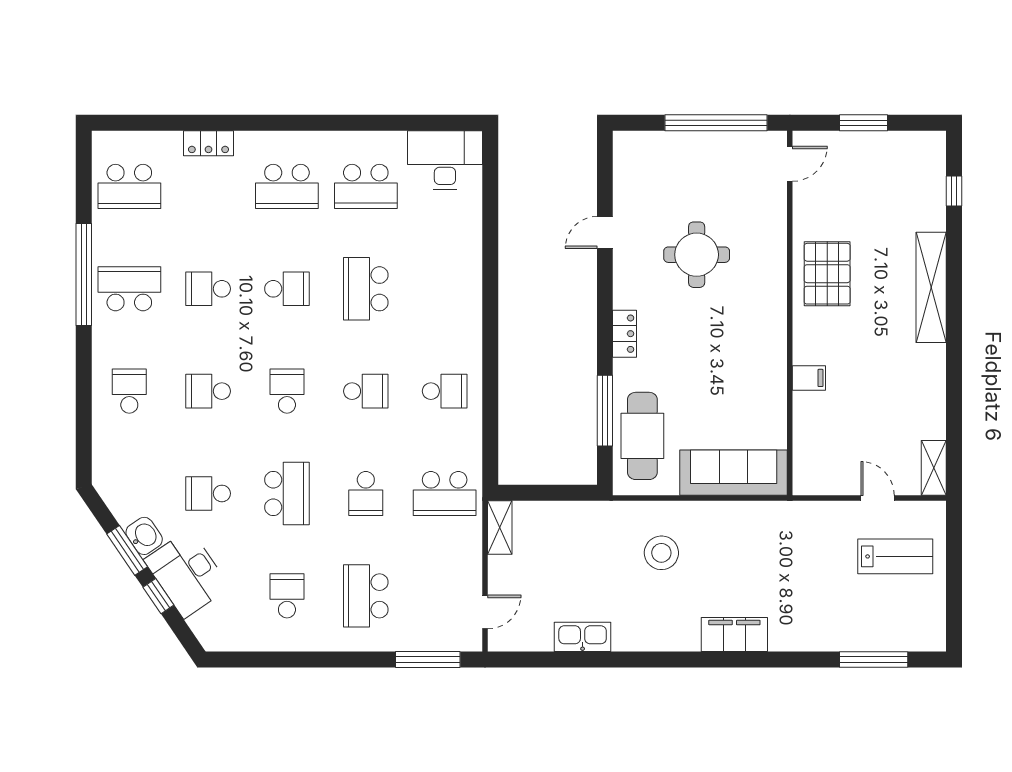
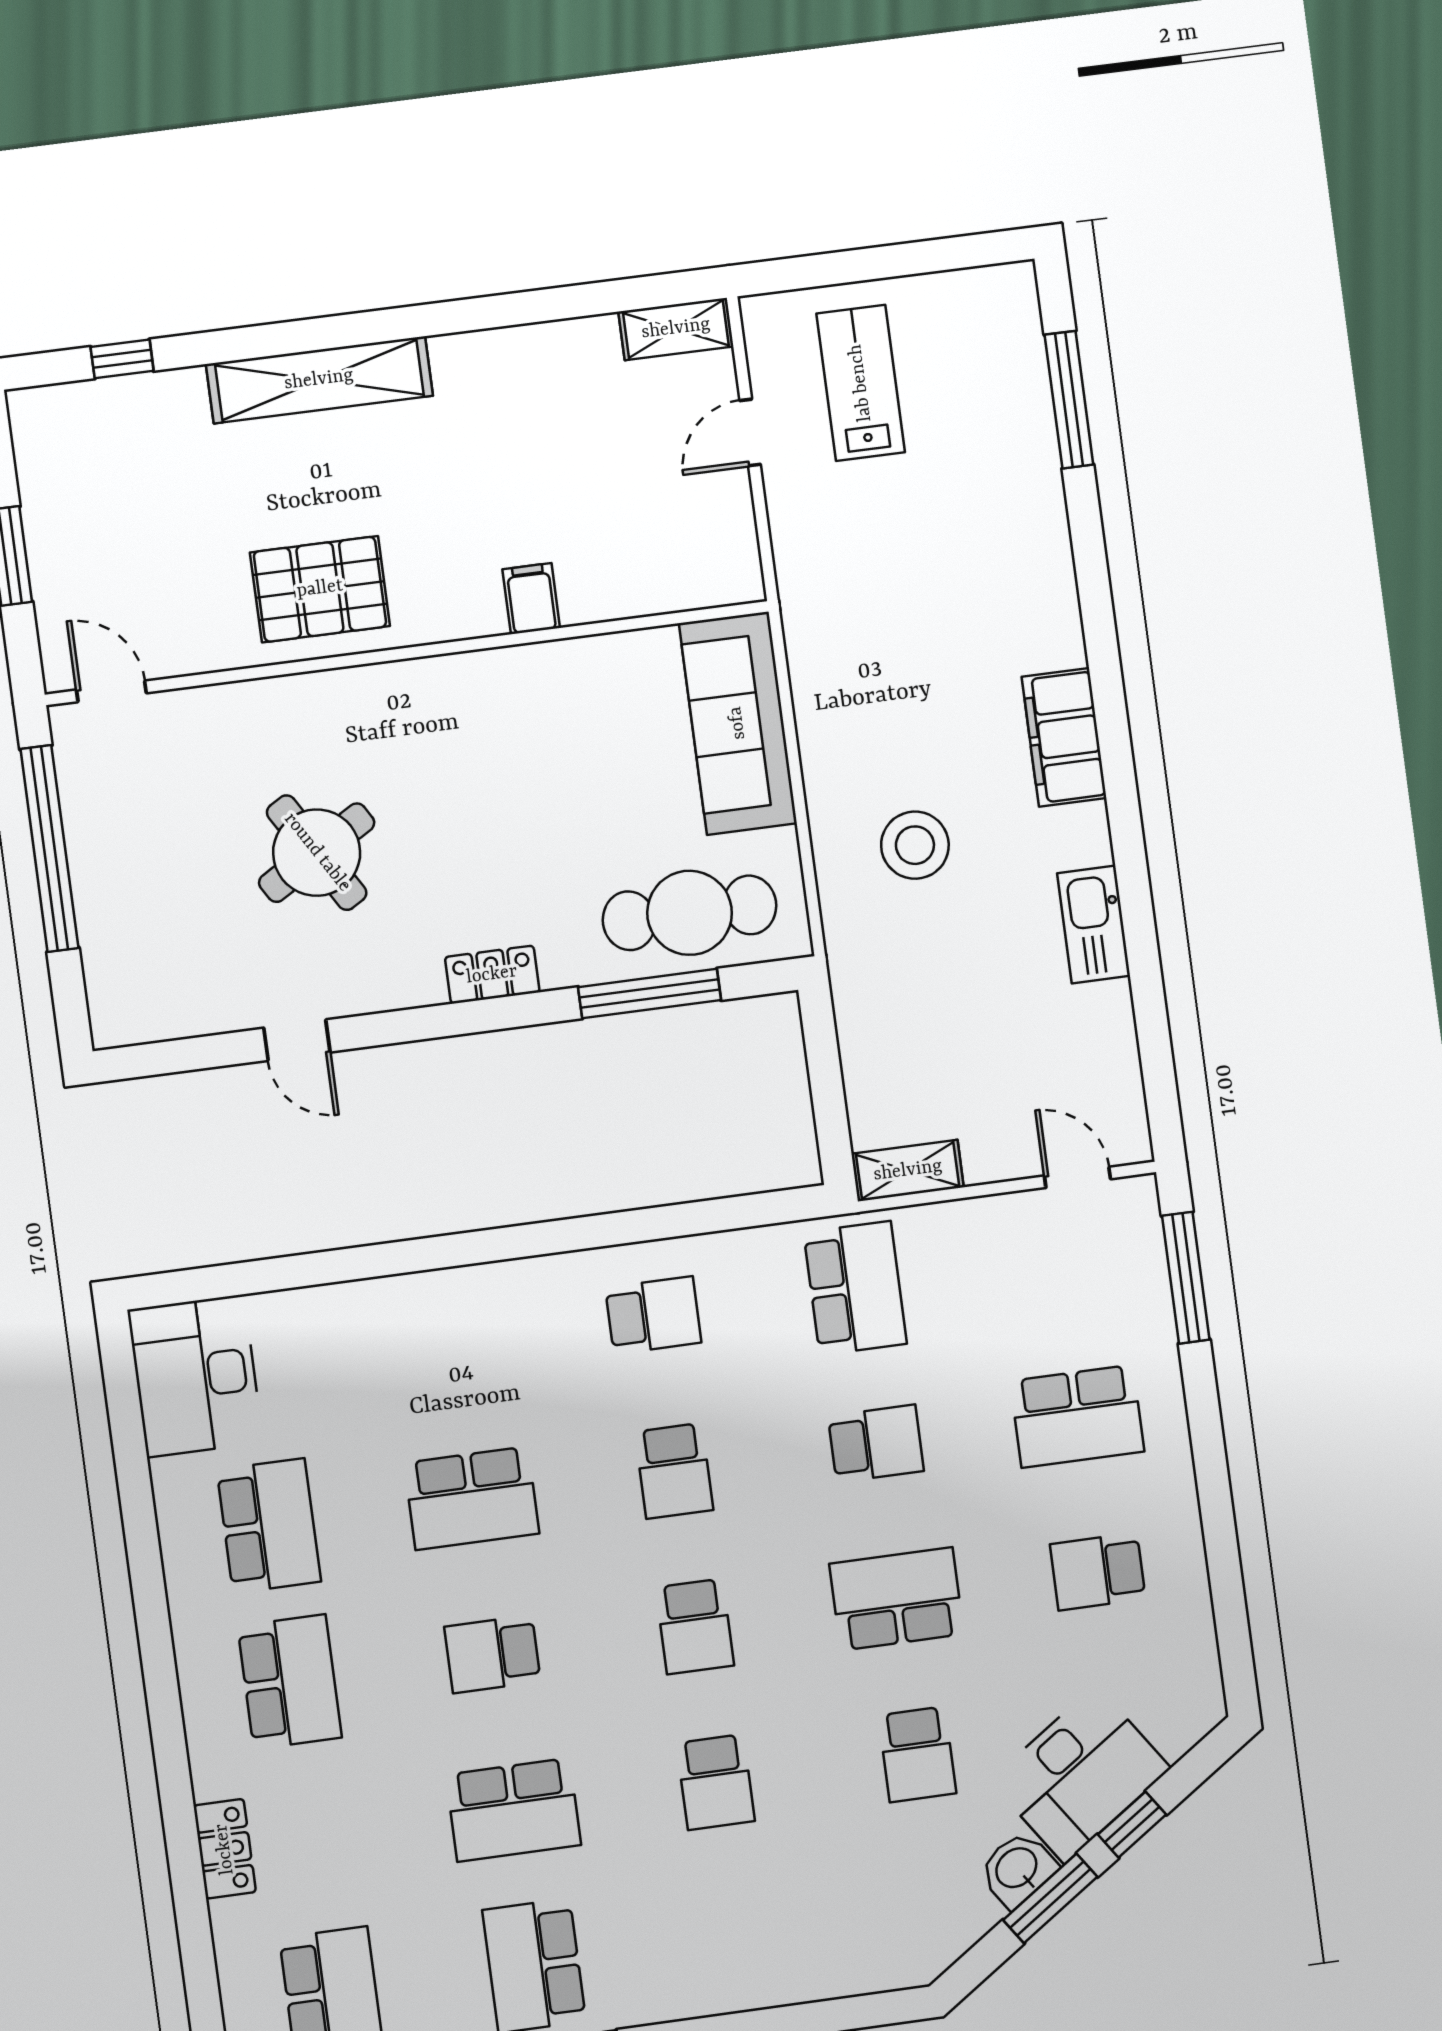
round table: (697, 255) -> (317, 853), turned -31
school desk: (208, 289) -> (513, 1810), width x1.85
school desk: (287, 289) -> (493, 1654), turned -90
school desk: (129, 391) -> (736, 1938), removed
school desk: (287, 391) -> (695, 1626), turned -90
school desk: (366, 391) -> (674, 1471), turned 180
school desk: (445, 391) -> (653, 1315), turned 90
filing cabinet: (734, 635) -> (1064, 737), moved
kitchen sink: (583, 637) -> (1094, 925), moved

